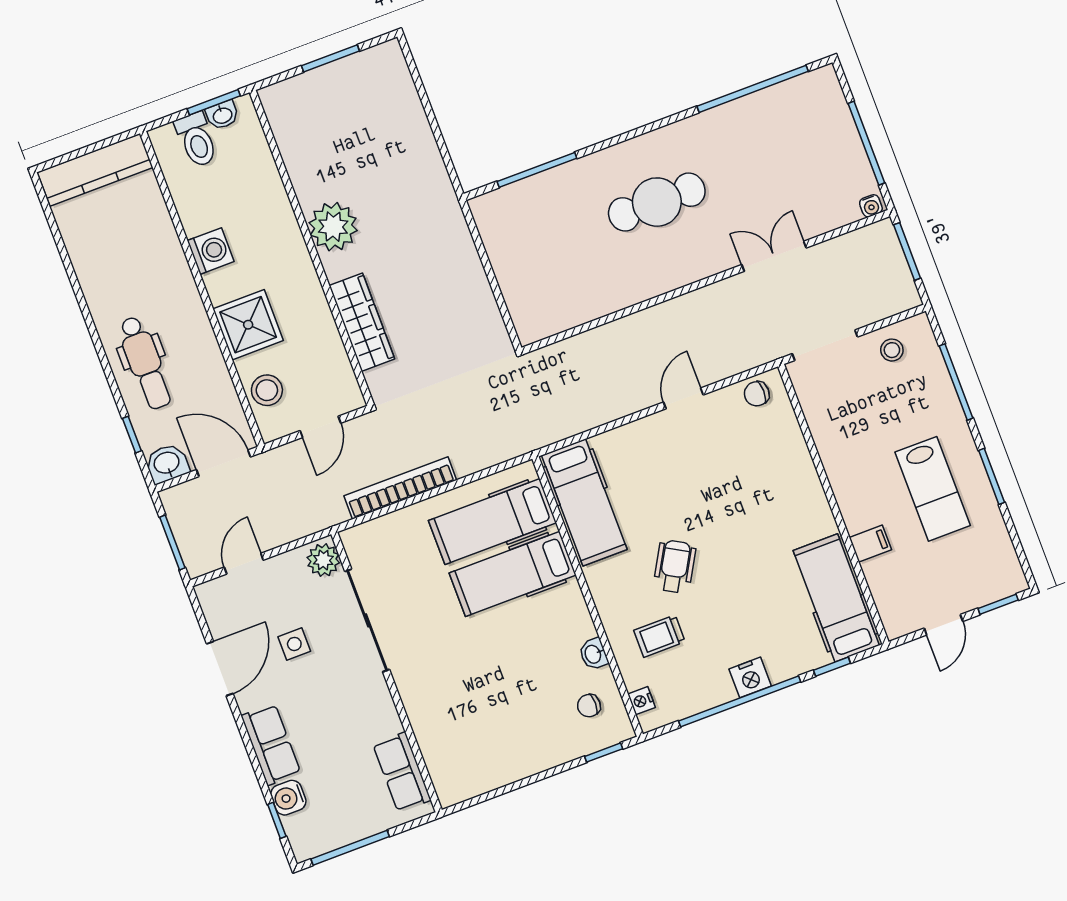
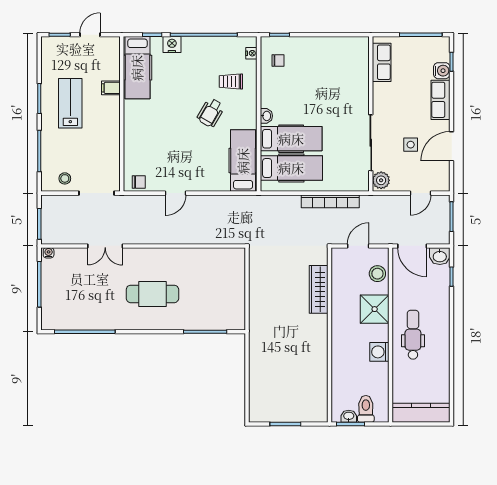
plant: (333, 227) -> (315, 341), removed
dental chair: (145, 363) -> (413, 335), moved
trolley: (659, 636) -> (231, 81), turned 180
washbasin: (593, 654) -> (266, 116), moved
nightstand: (750, 677) -> (172, 45), moved

